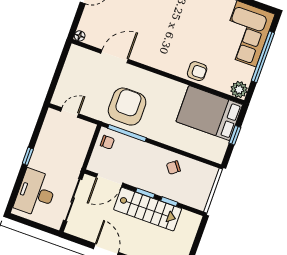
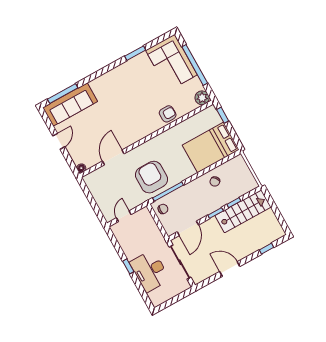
bed: (209, 113) -> (211, 147), moved
window: (235, 135) -> (223, 115), moved
desk: (36, 193) -> (150, 271), moved
stairs: (148, 209) -> (243, 211), moved

